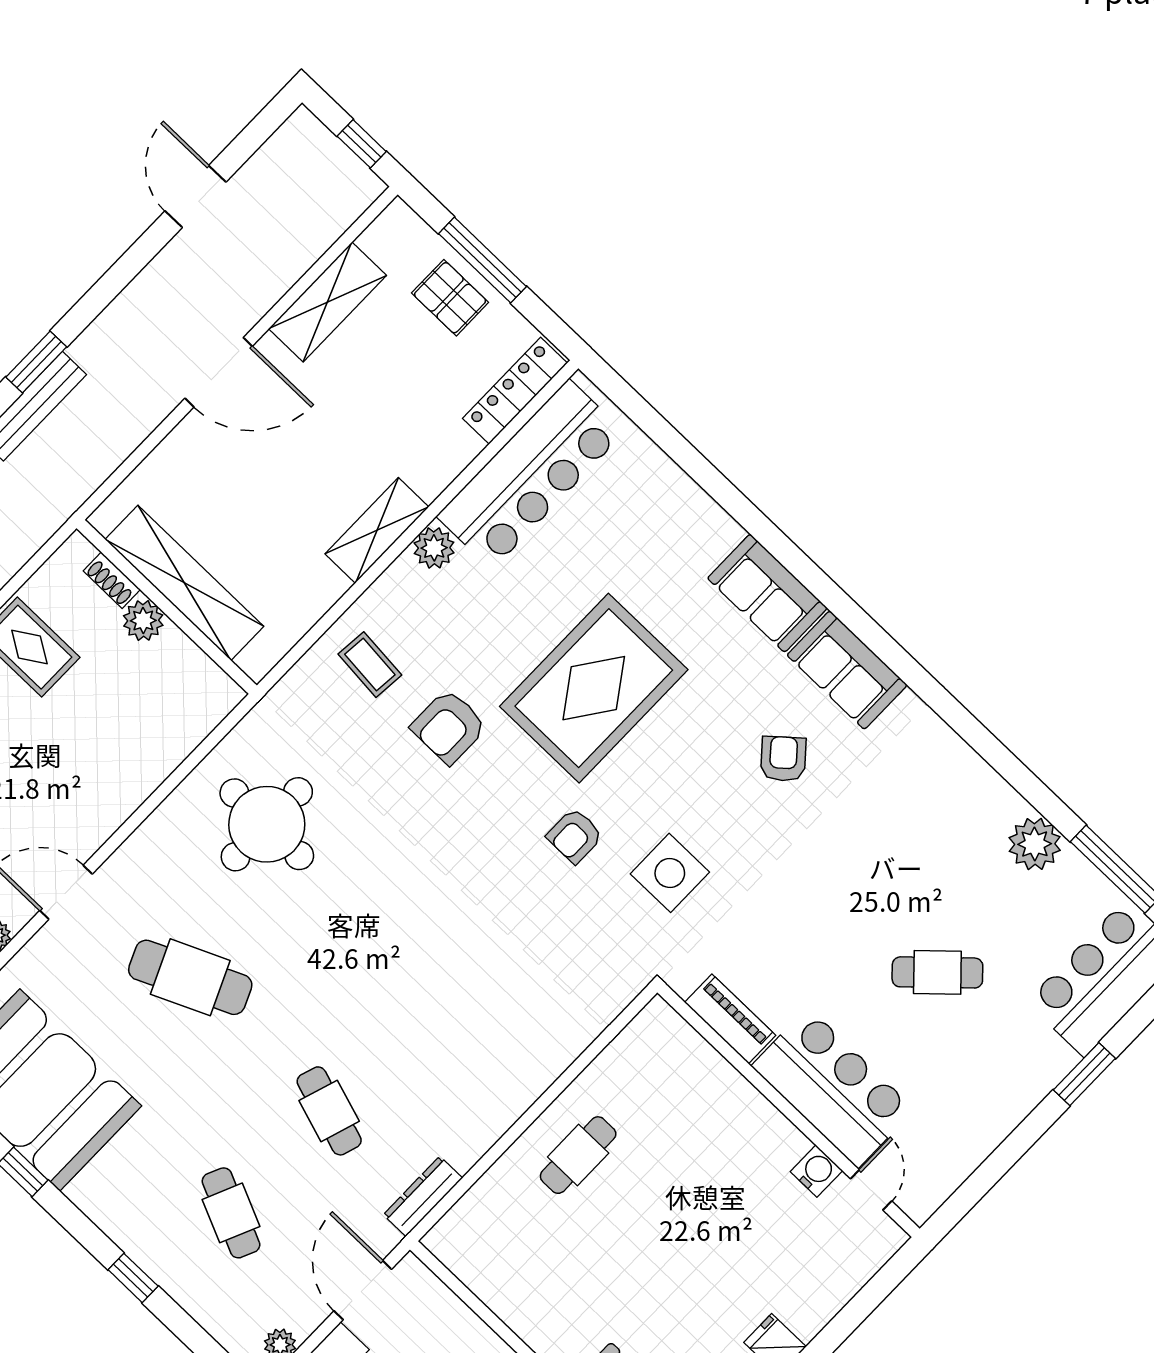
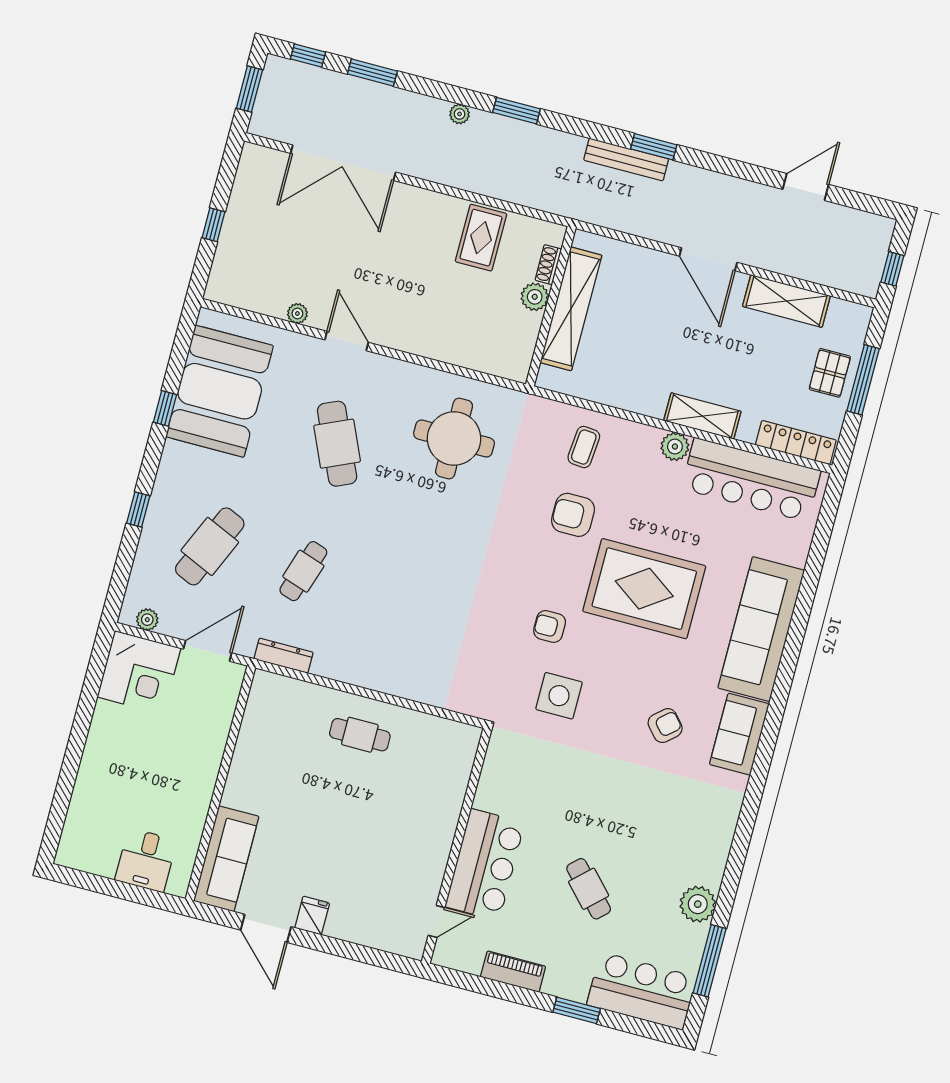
shelving: (377, 530) -> (702, 416), moved
sofa: (767, 593) -> (761, 629), width x1.85, depth x1.27
piano: (730, 1019) -> (513, 972), moved, turned -90
water cooler: (816, 1171) -> (430, 883), removed
cafe table: (231, 1213) -> (210, 546), width x1.37, depth x1.35

